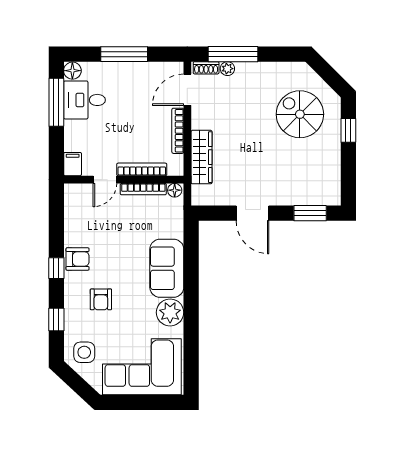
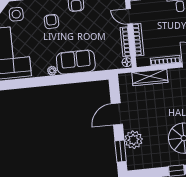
plant: (295, 192) -> (133, 140), added
armchair: (101, 299) -> (51, 22), turned 88
plant: (170, 312) -> (52, 71), width x0.53, depth x0.53

